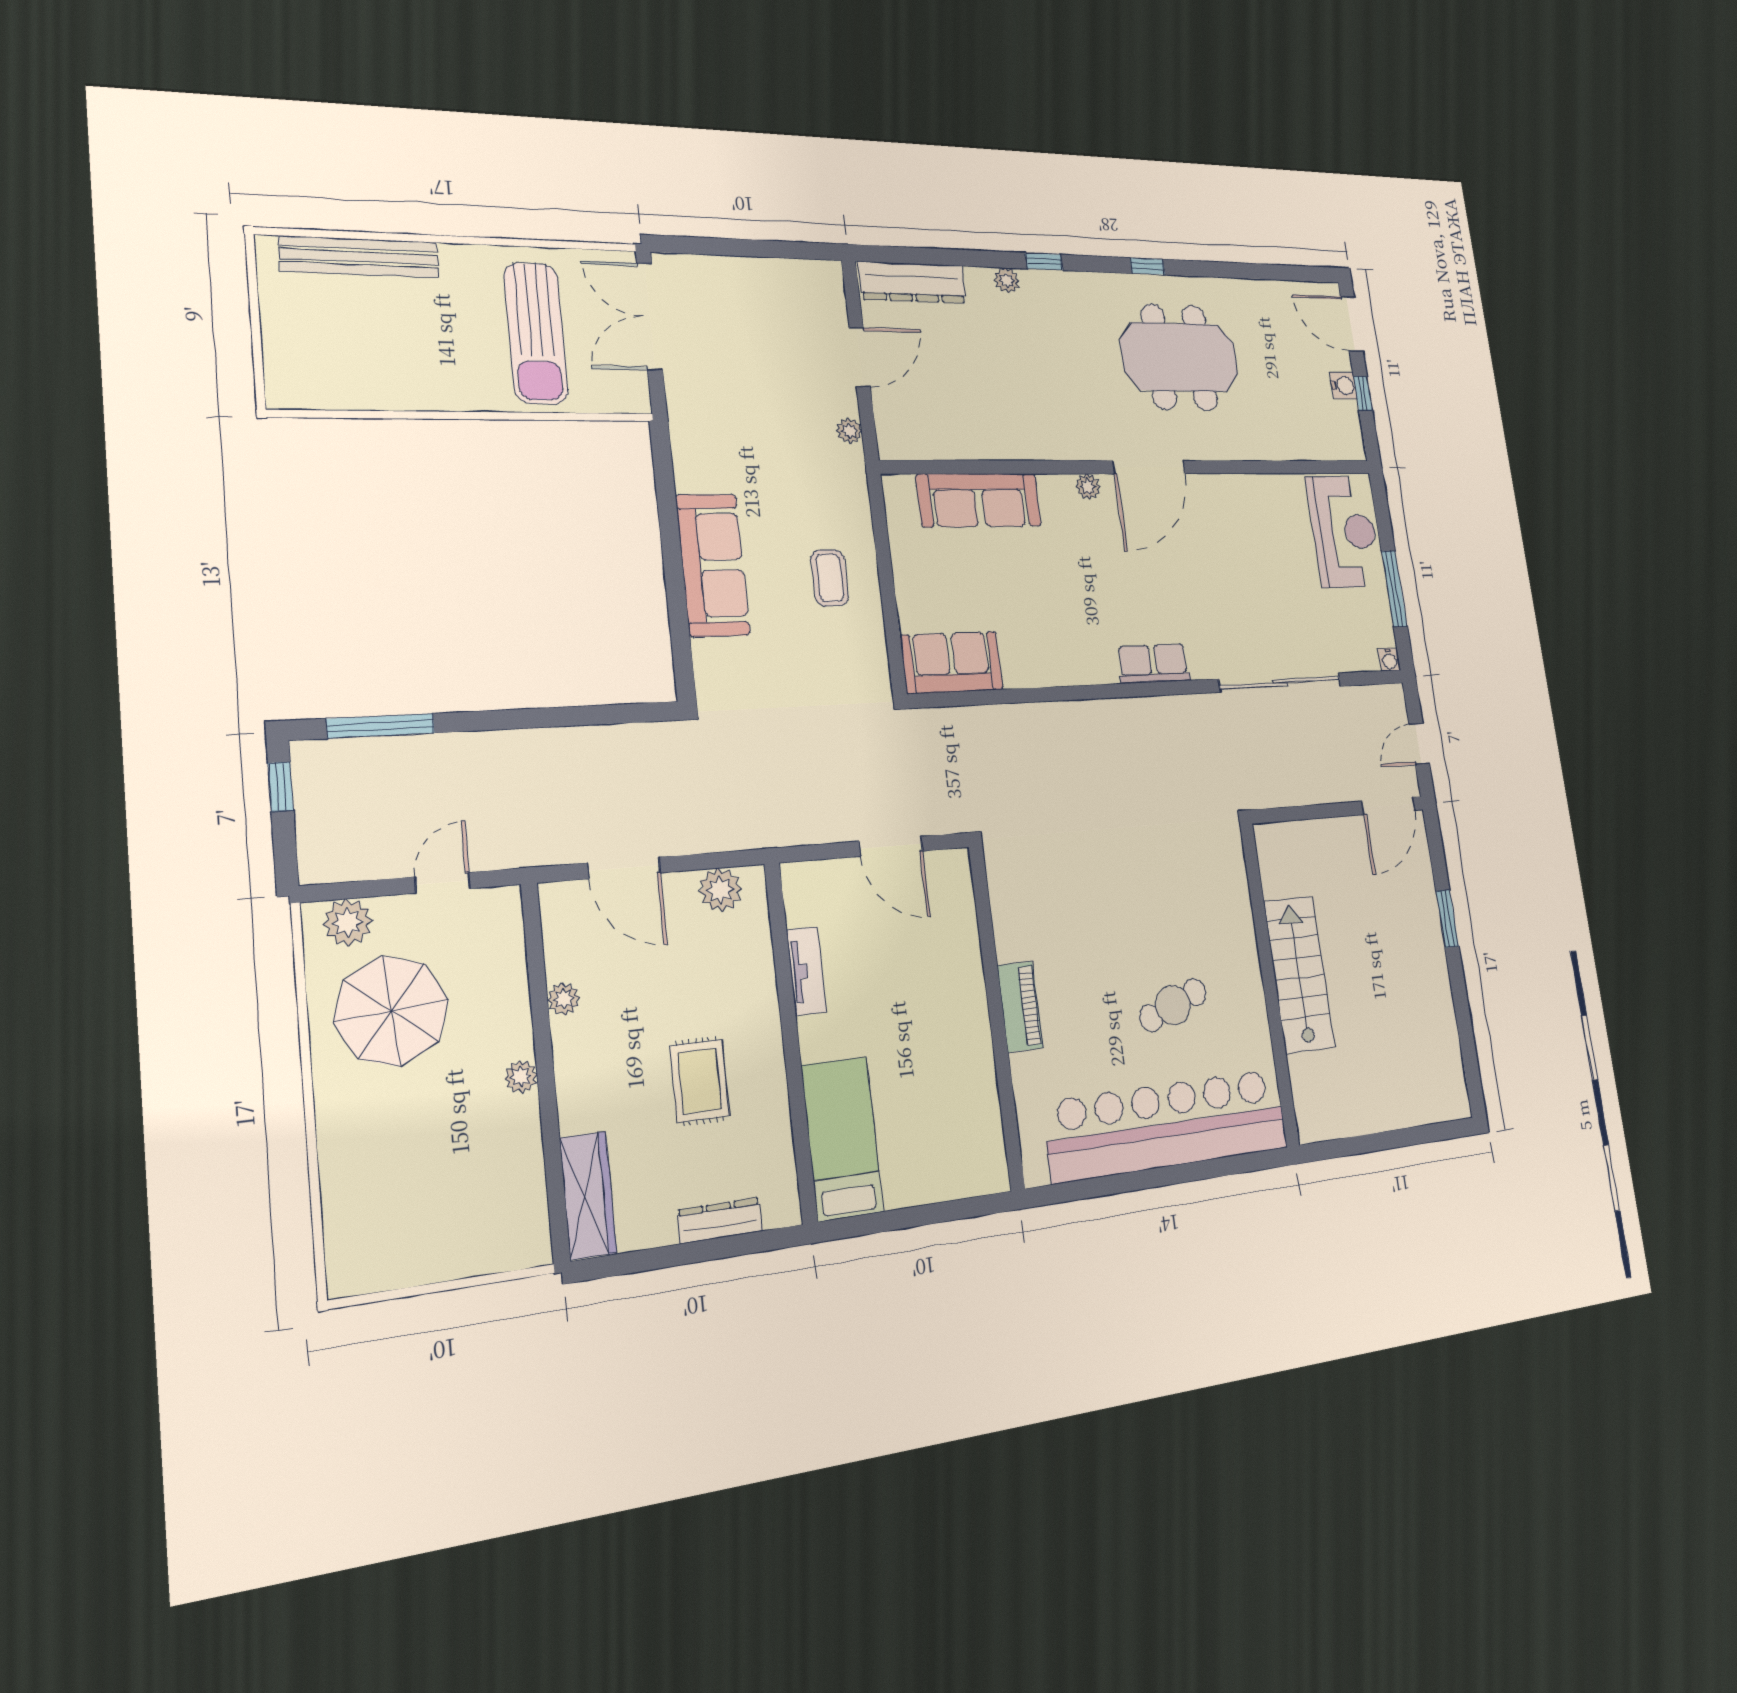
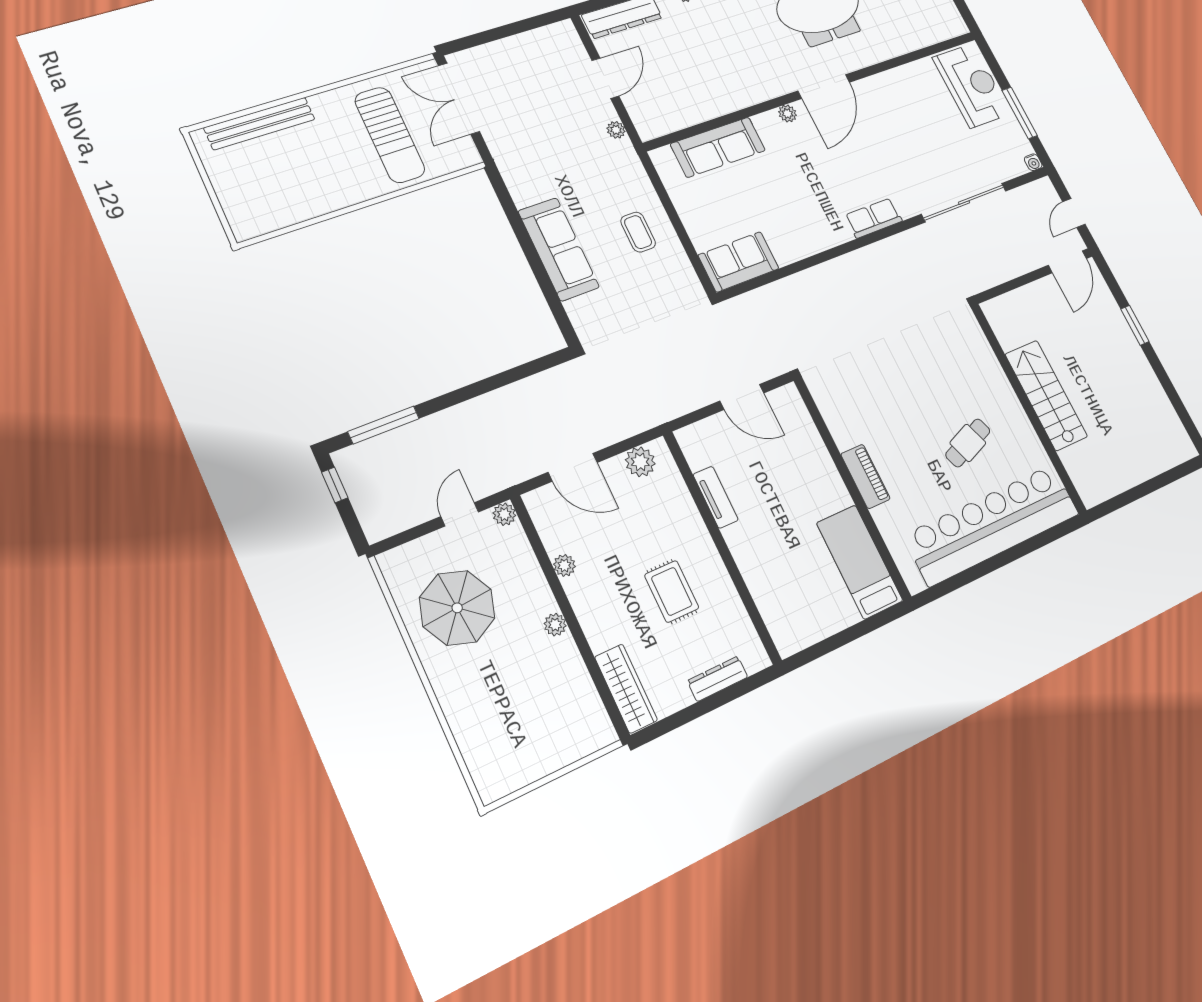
plant: (348, 922) -> (504, 514), moved, width x0.73, depth x0.73
bed: (842, 1139) -> (860, 562), moved

